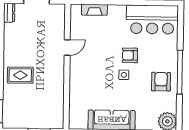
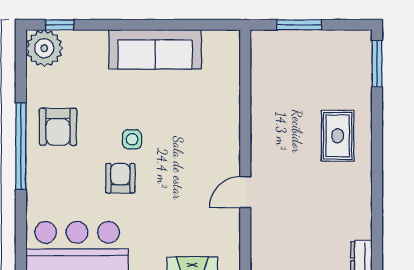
armchair: (130, 55) -> (120, 178), turned -90
rug: (20, 75) -> (338, 136), turned 90

